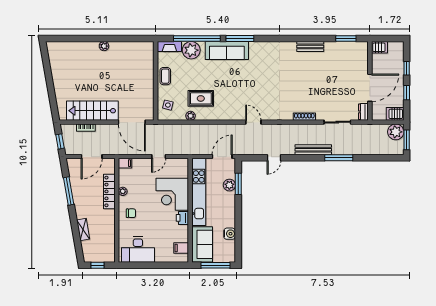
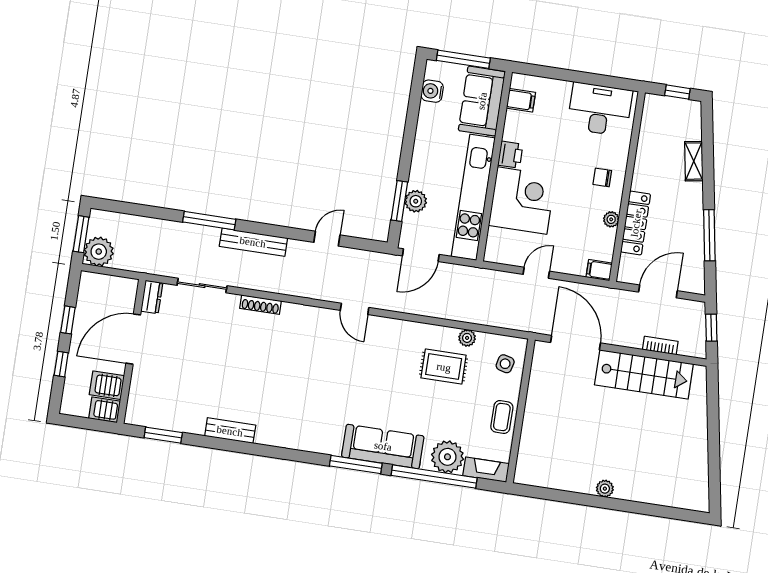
server rack: (395, 114) -> (107, 385), moved, turned 180
water cooler: (230, 234) -> (432, 91), moved

